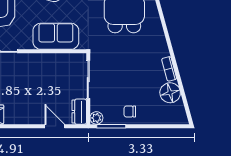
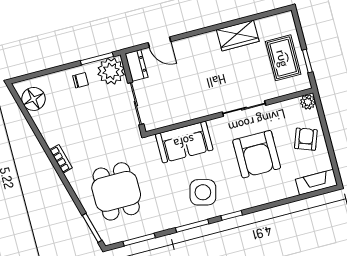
bookcase: (169, 69) -> (61, 159), moved
floor lamp: (170, 93) -> (34, 99), moved
plant: (96, 118) -> (111, 71), width x1.88, depth x1.88

